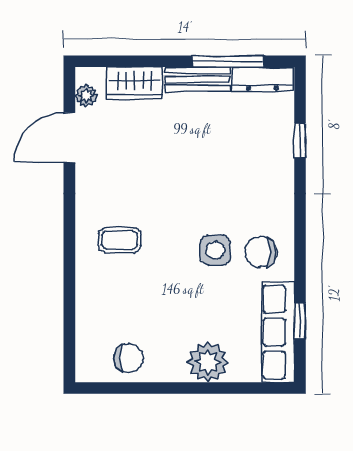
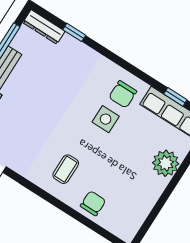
dresser: (262, 79) -> (44, 27), moved, turned 90
chair: (129, 358) -> (93, 203), moved

